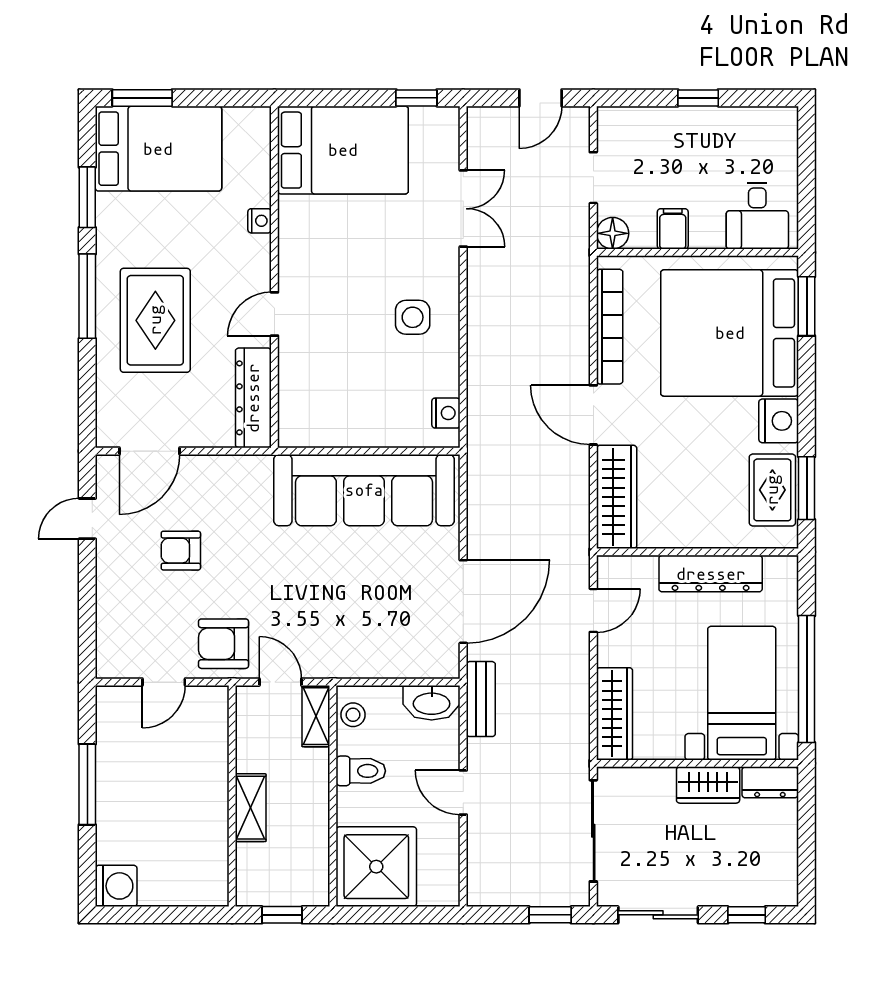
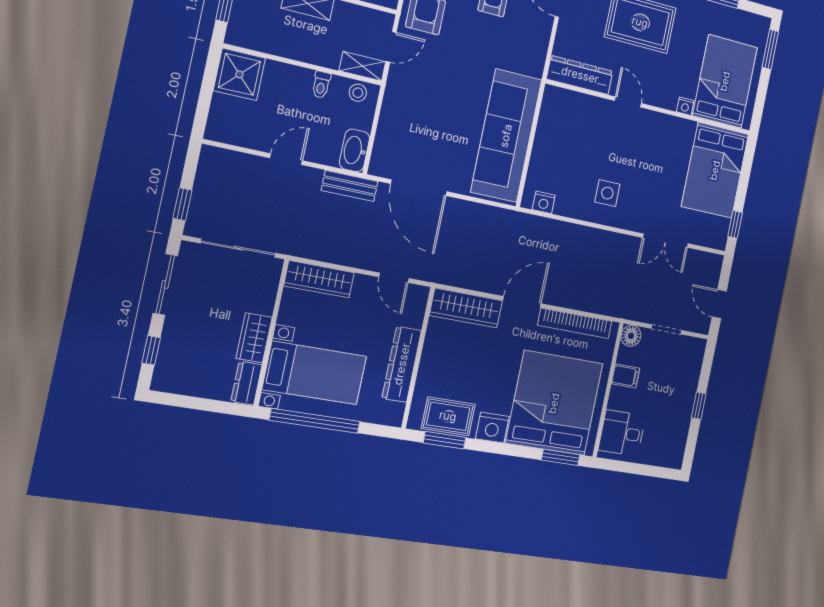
bed: (158, 149) -> (725, 81), moved, turned 180
toilet: (361, 771) -> (321, 85), width x0.73, depth x0.72
shower: (376, 867) -> (239, 74), width x0.73, depth x0.73

